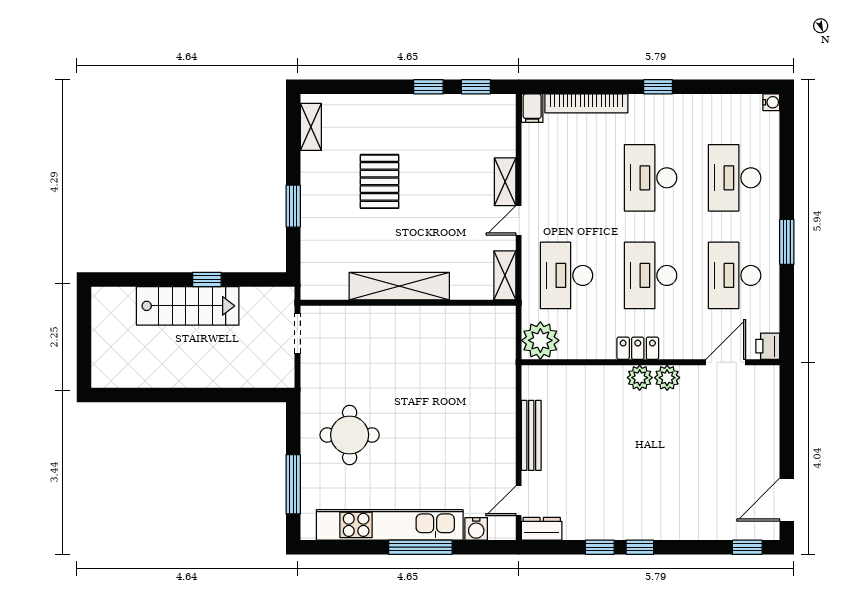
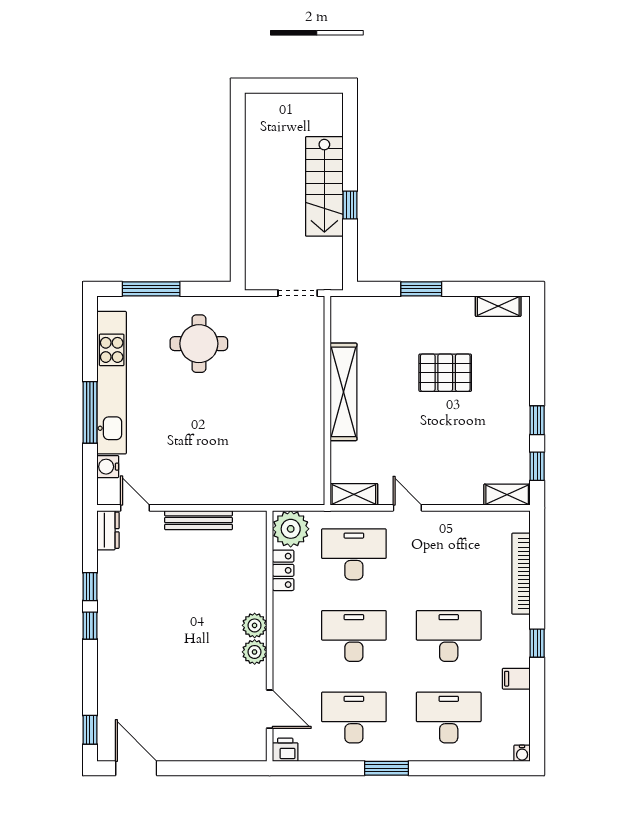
filing cabinet: (532, 108) -> (516, 679), moved
shelving: (505, 182) -> (507, 495), moved
locker: (638, 348) -> (283, 570), moved

